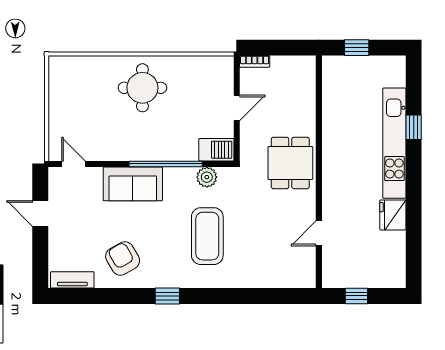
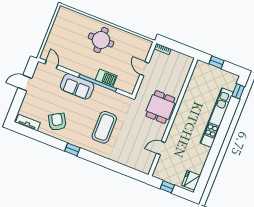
door: (237, 108) -> (144, 69), swing flipped
window: (414, 127) -> (238, 91), moved
barbecue: (216, 150) -> (106, 78), moved
plant: (207, 177) -> (116, 98), removed
door: (40, 213) -> (25, 83), hinge flipped
fridge: (393, 215) -> (191, 180), moved

